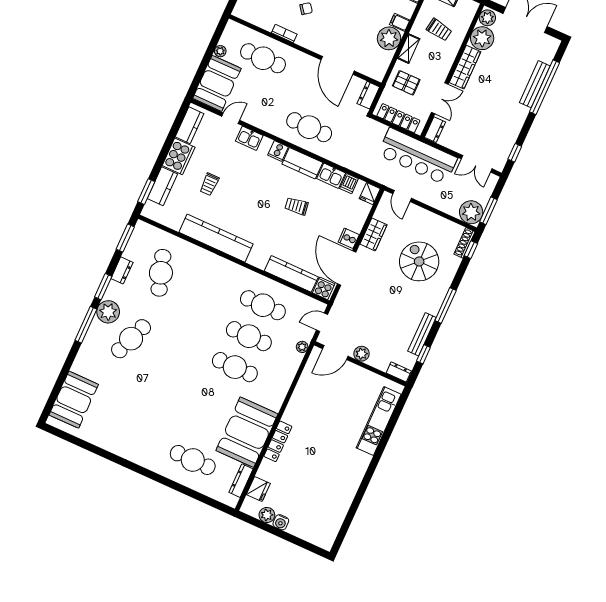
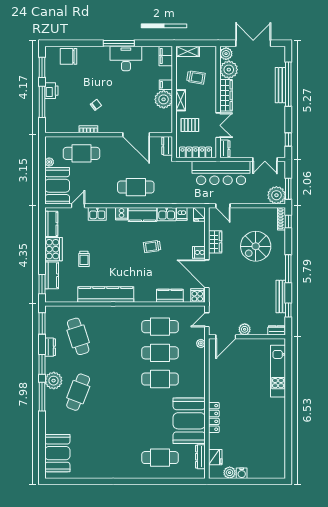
spiral stairs: (419, 261) -> (256, 246), turned -90
kitchen counter: (291, 274) -> (170, 296), width x0.67

